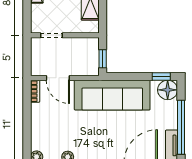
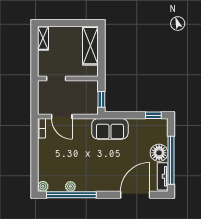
floor lamp: (168, 90) -> (159, 153), moved
sofa: (112, 95) -> (110, 129), width x0.54, depth x0.79

